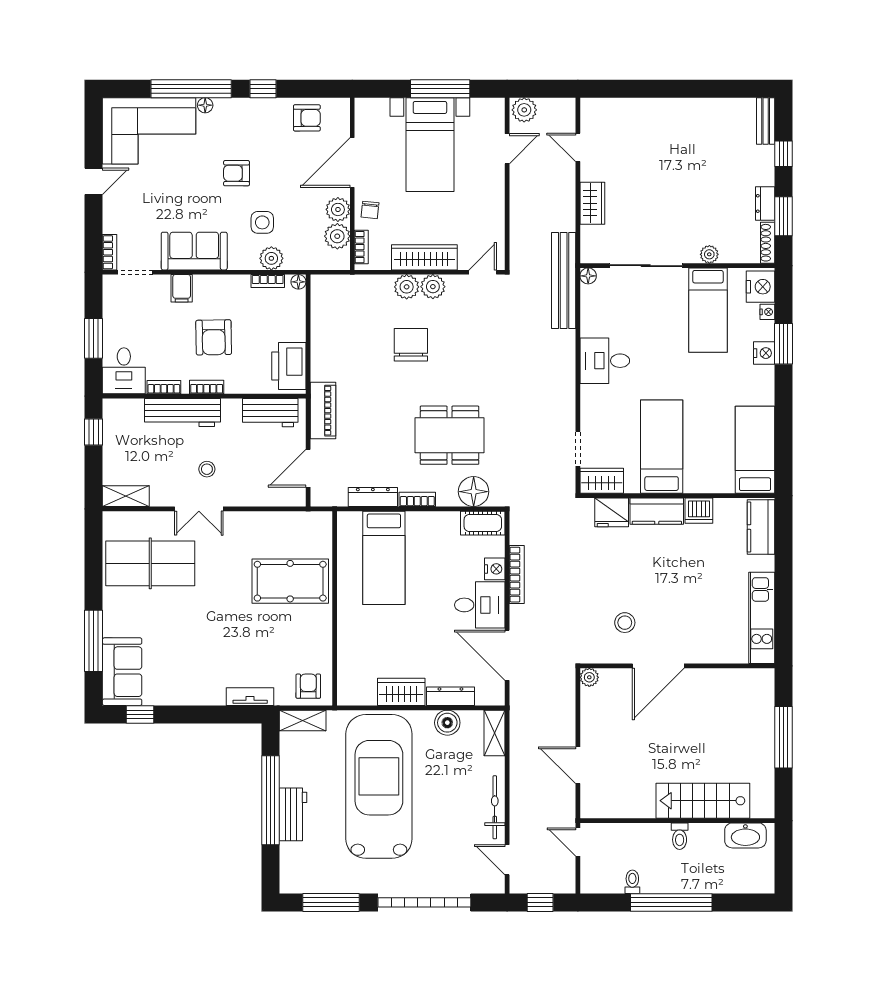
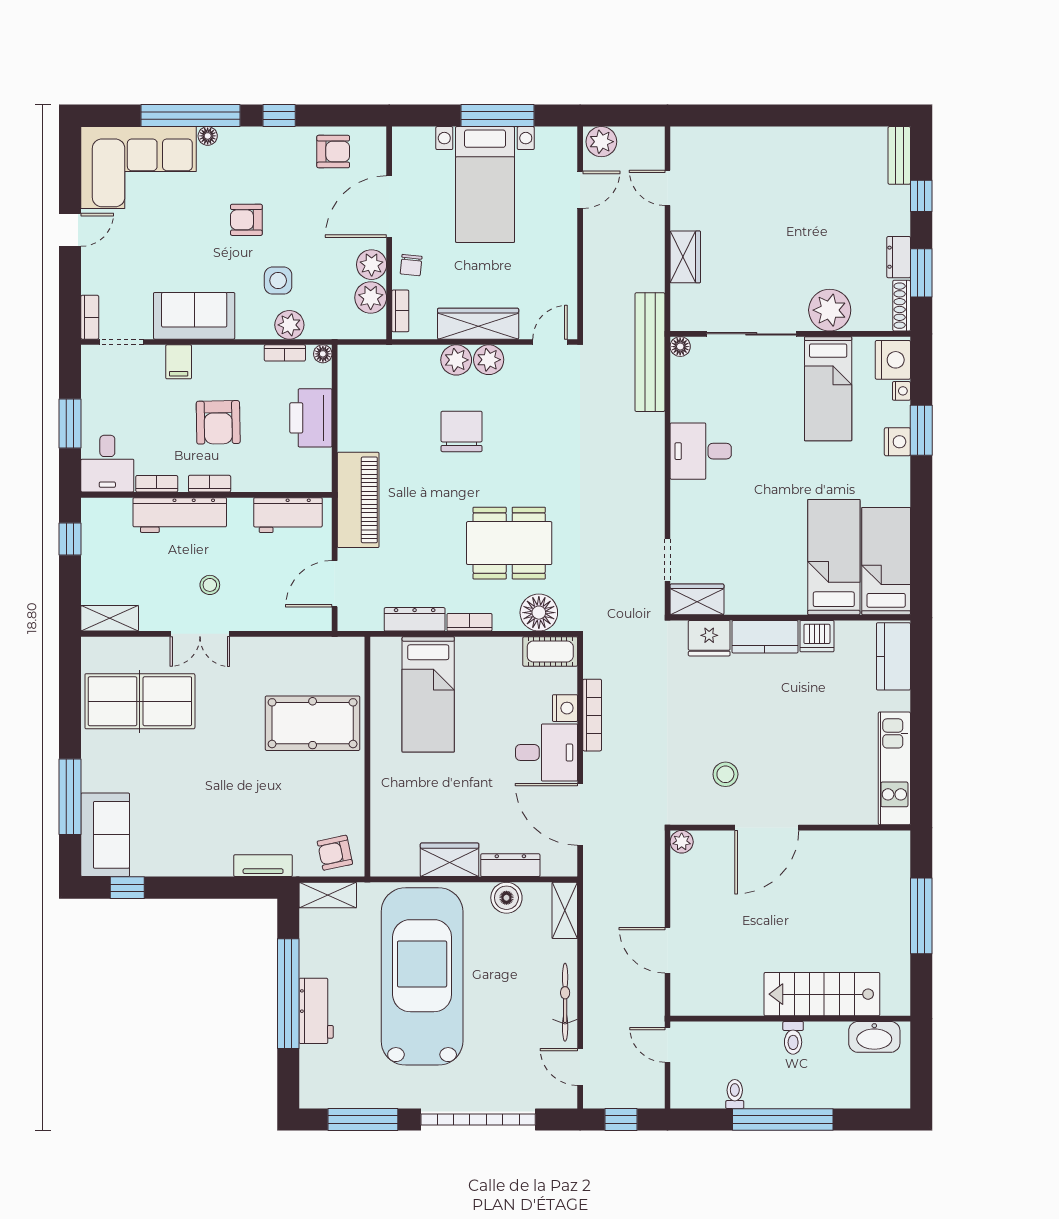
plant: (709, 254) -> (830, 310), width x1.87, depth x1.87
printer: (289, 366) -> (311, 418), moved
piano: (323, 411) -> (358, 500), width x1.37, depth x1.33
bed: (662, 447) -> (834, 557), moved
armchair: (308, 686) -> (335, 853), turned -102

